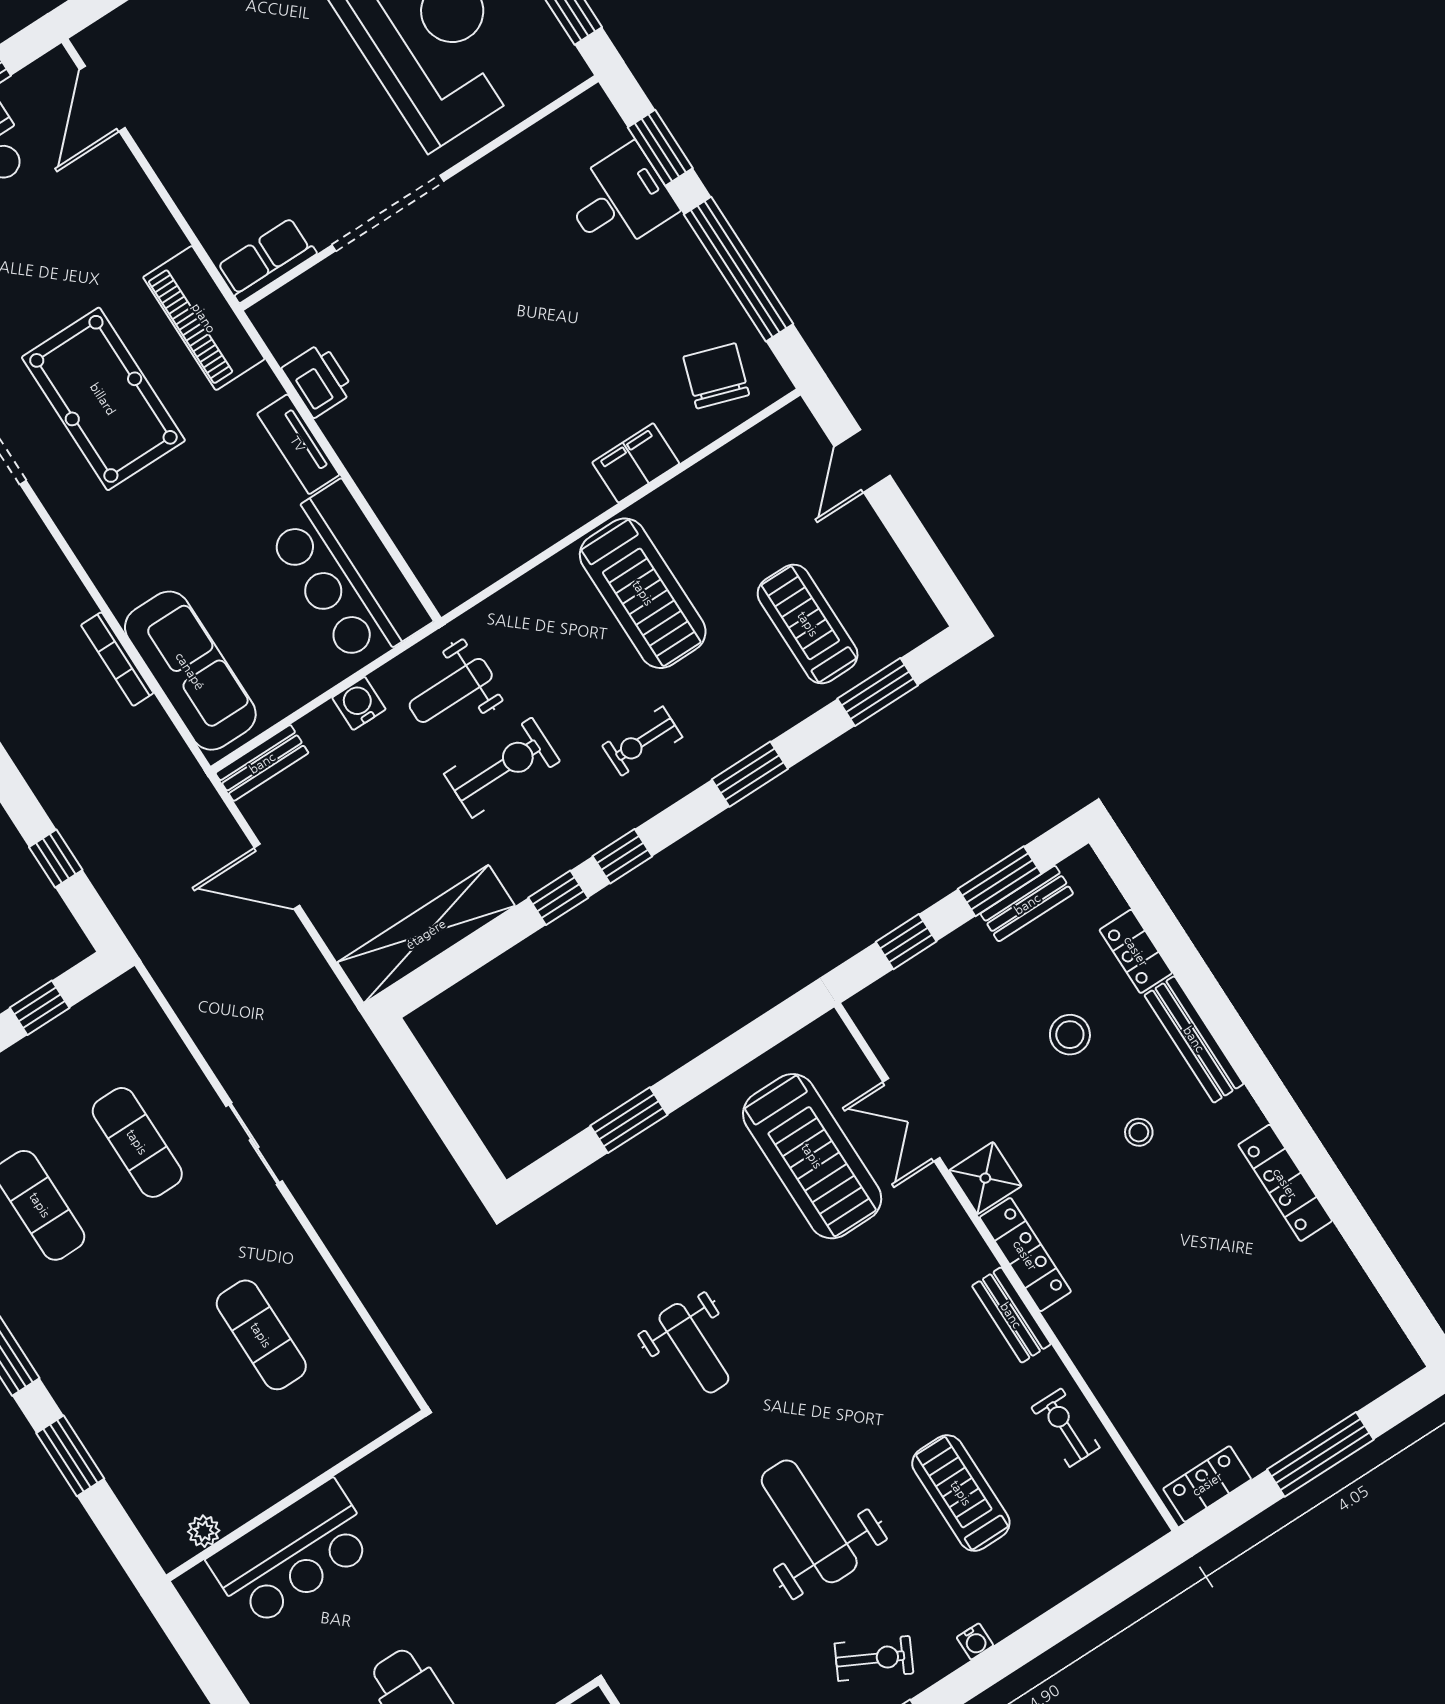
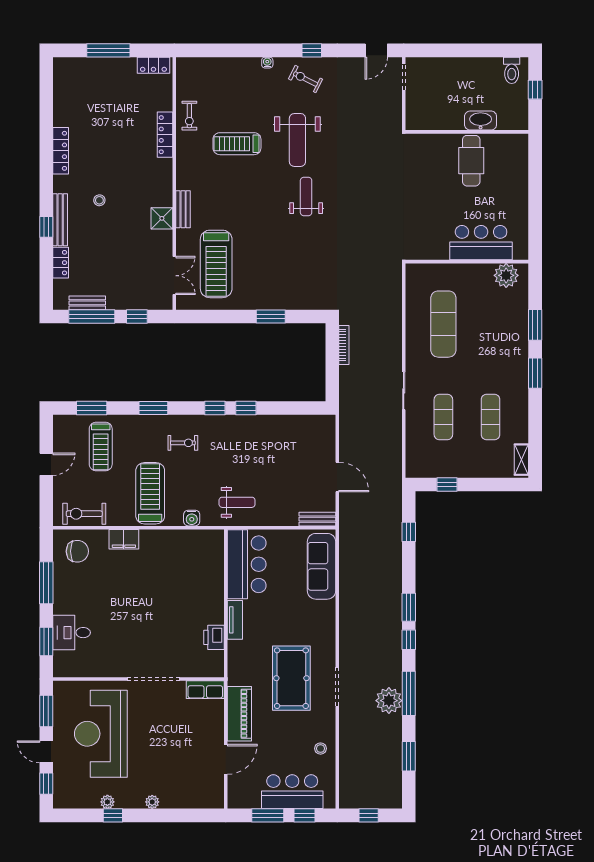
door: (102, 99) -> (226, 759), moved
window: (738, 269) -> (46, 583), width x0.68
piano: (204, 318) -> (239, 714), moved
chair: (716, 376) -> (77, 551), turned -108
door: (862, 461) -> (46, 464), moved
bookcase: (117, 659) -> (344, 345), moved
water cooler: (359, 703) -> (192, 518), moved
exercise bike: (502, 768) -> (84, 514), moved
window: (1000, 881) -> (92, 316), width x1.44
shelving: (426, 934) -> (299, 425), removed
window: (1213, 1006) -> (46, 227), added
stool: (1070, 1035) -> (101, 249), removed
double door: (911, 1120) -> (174, 276), moved
treadmill: (812, 1156) -> (216, 264), turned 180
locker: (1025, 1255) -> (165, 135), moved
bench: (1011, 1315) -> (183, 209), moved
exercise mat: (261, 1335) -> (443, 324), width x1.36, depth x1.45
weight bench: (694, 1348) -> (306, 197), moved
treadmill: (961, 1493) -> (237, 144), moved, turned 90
plant: (204, 1531) -> (506, 275), width x1.88, depth x1.88

